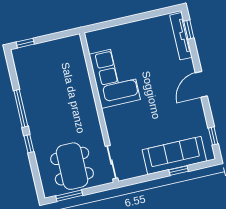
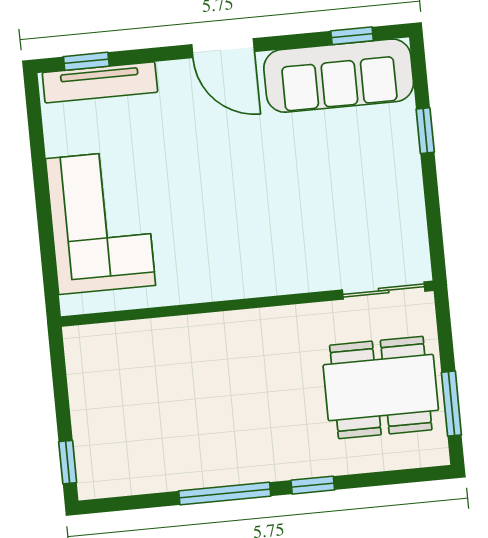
corner sofa: (115, 77) -> (101, 222), moved, turned 90
sofa: (174, 155) -> (339, 76), moved, turned -90

